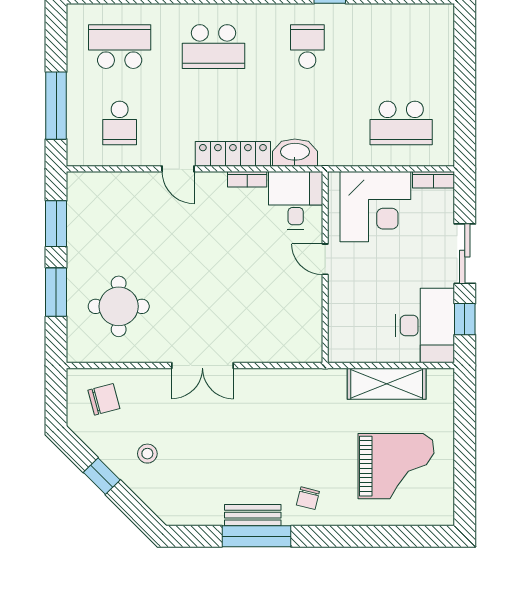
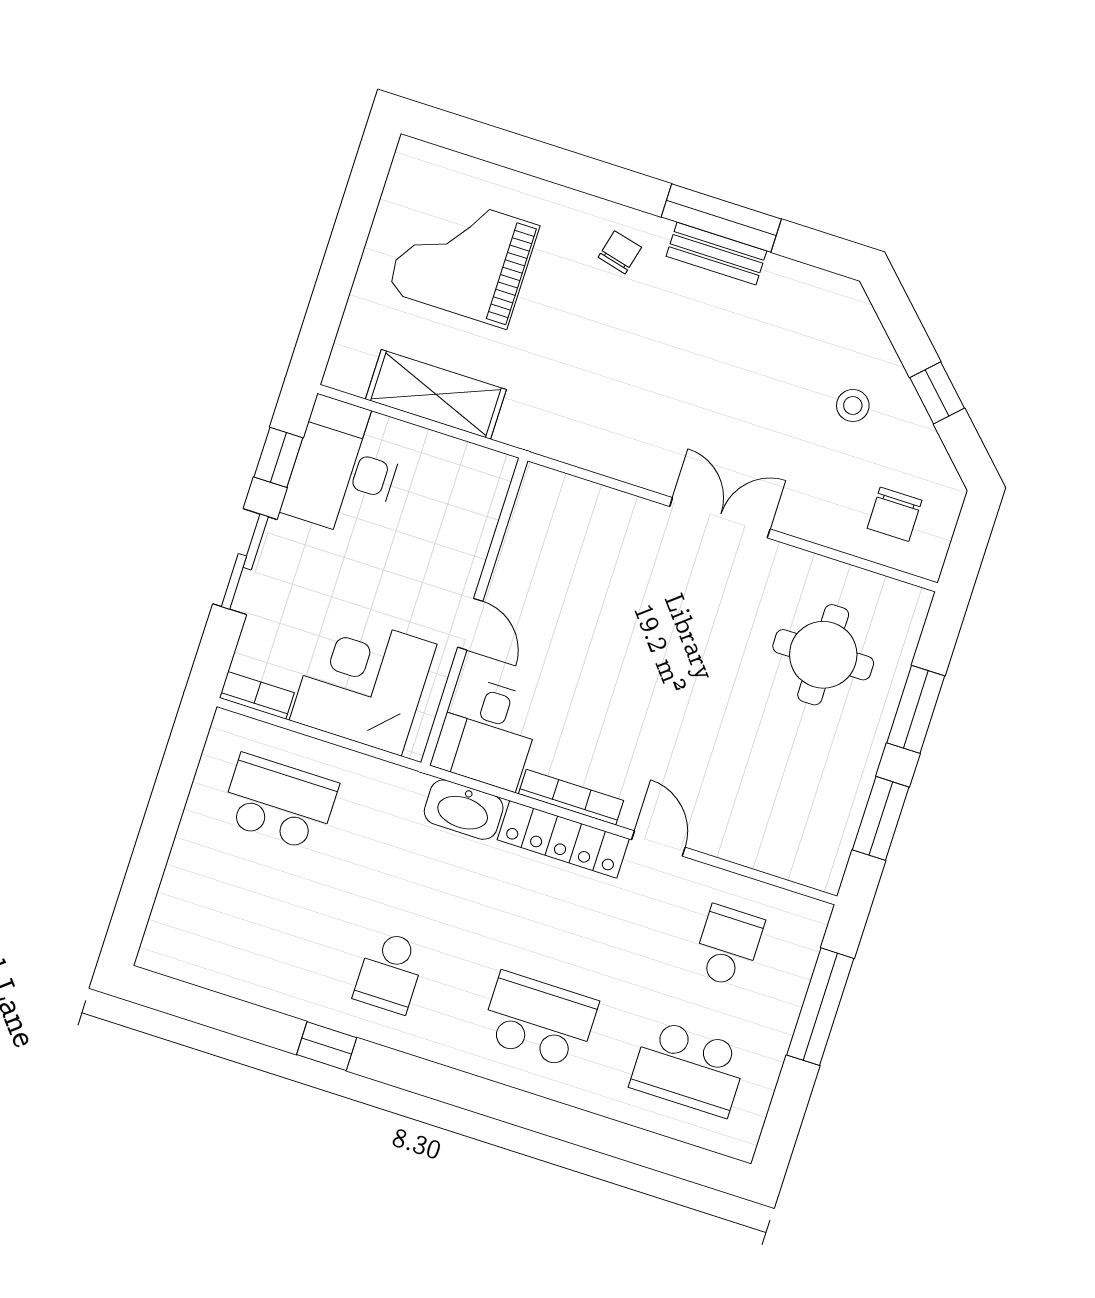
bookcase: (247, 179) -> (571, 797), width x1.56
chair: (104, 399) -> (894, 514), turned -75

